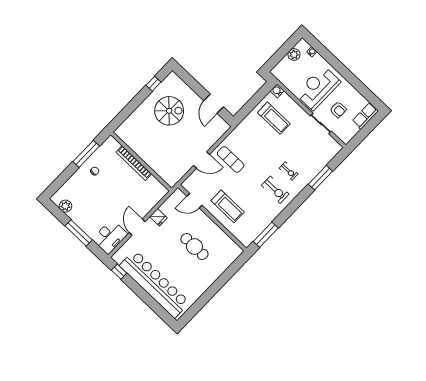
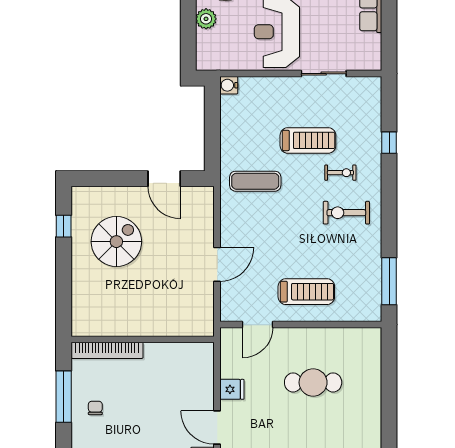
armchair: (338, 110) -> (329, 35), removed
treadmill: (274, 118) -> (308, 140), moved
exercise mat: (231, 159) -> (255, 181), moved
bookcase: (134, 163) -> (107, 350), moved
window: (320, 178) -> (389, 143), width x0.46
exercise bike: (275, 190) -> (346, 213), turned 180

